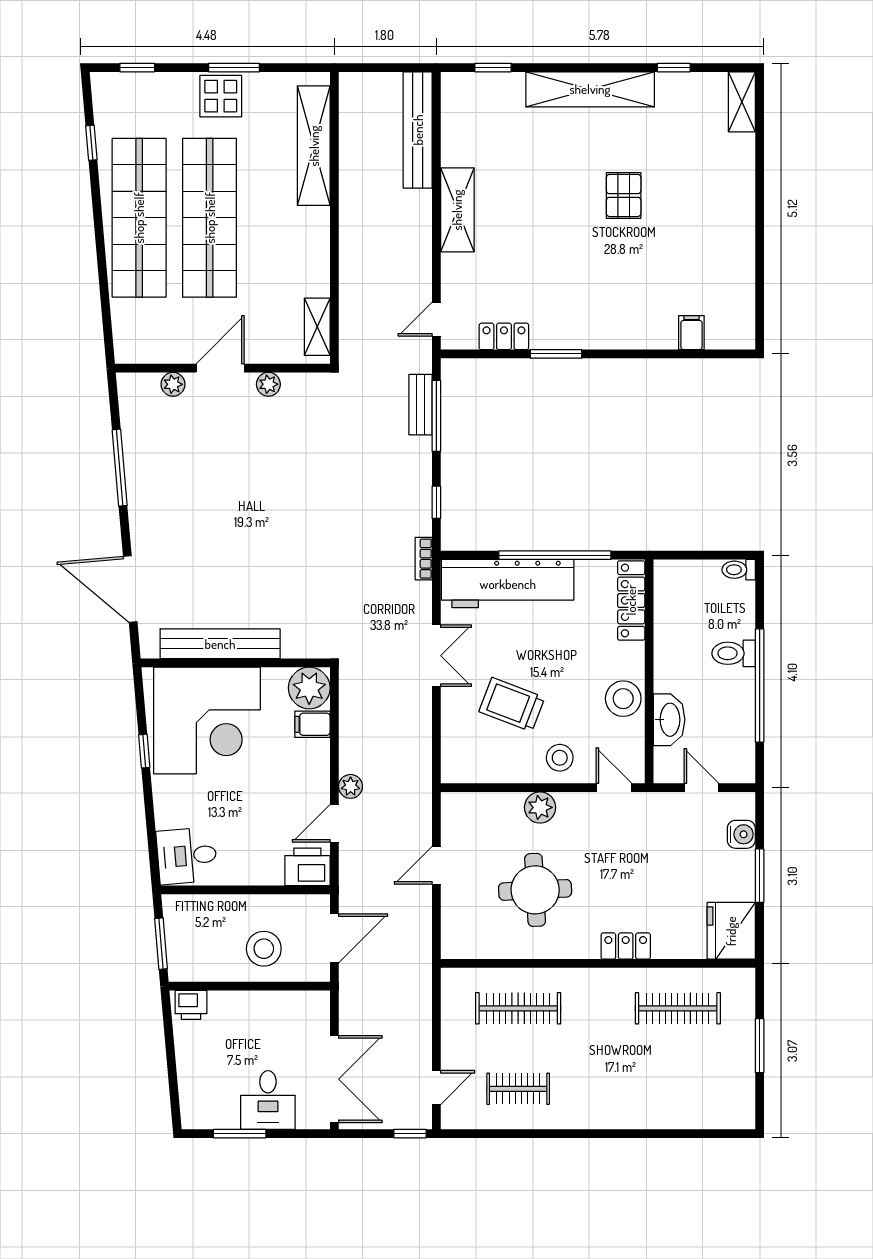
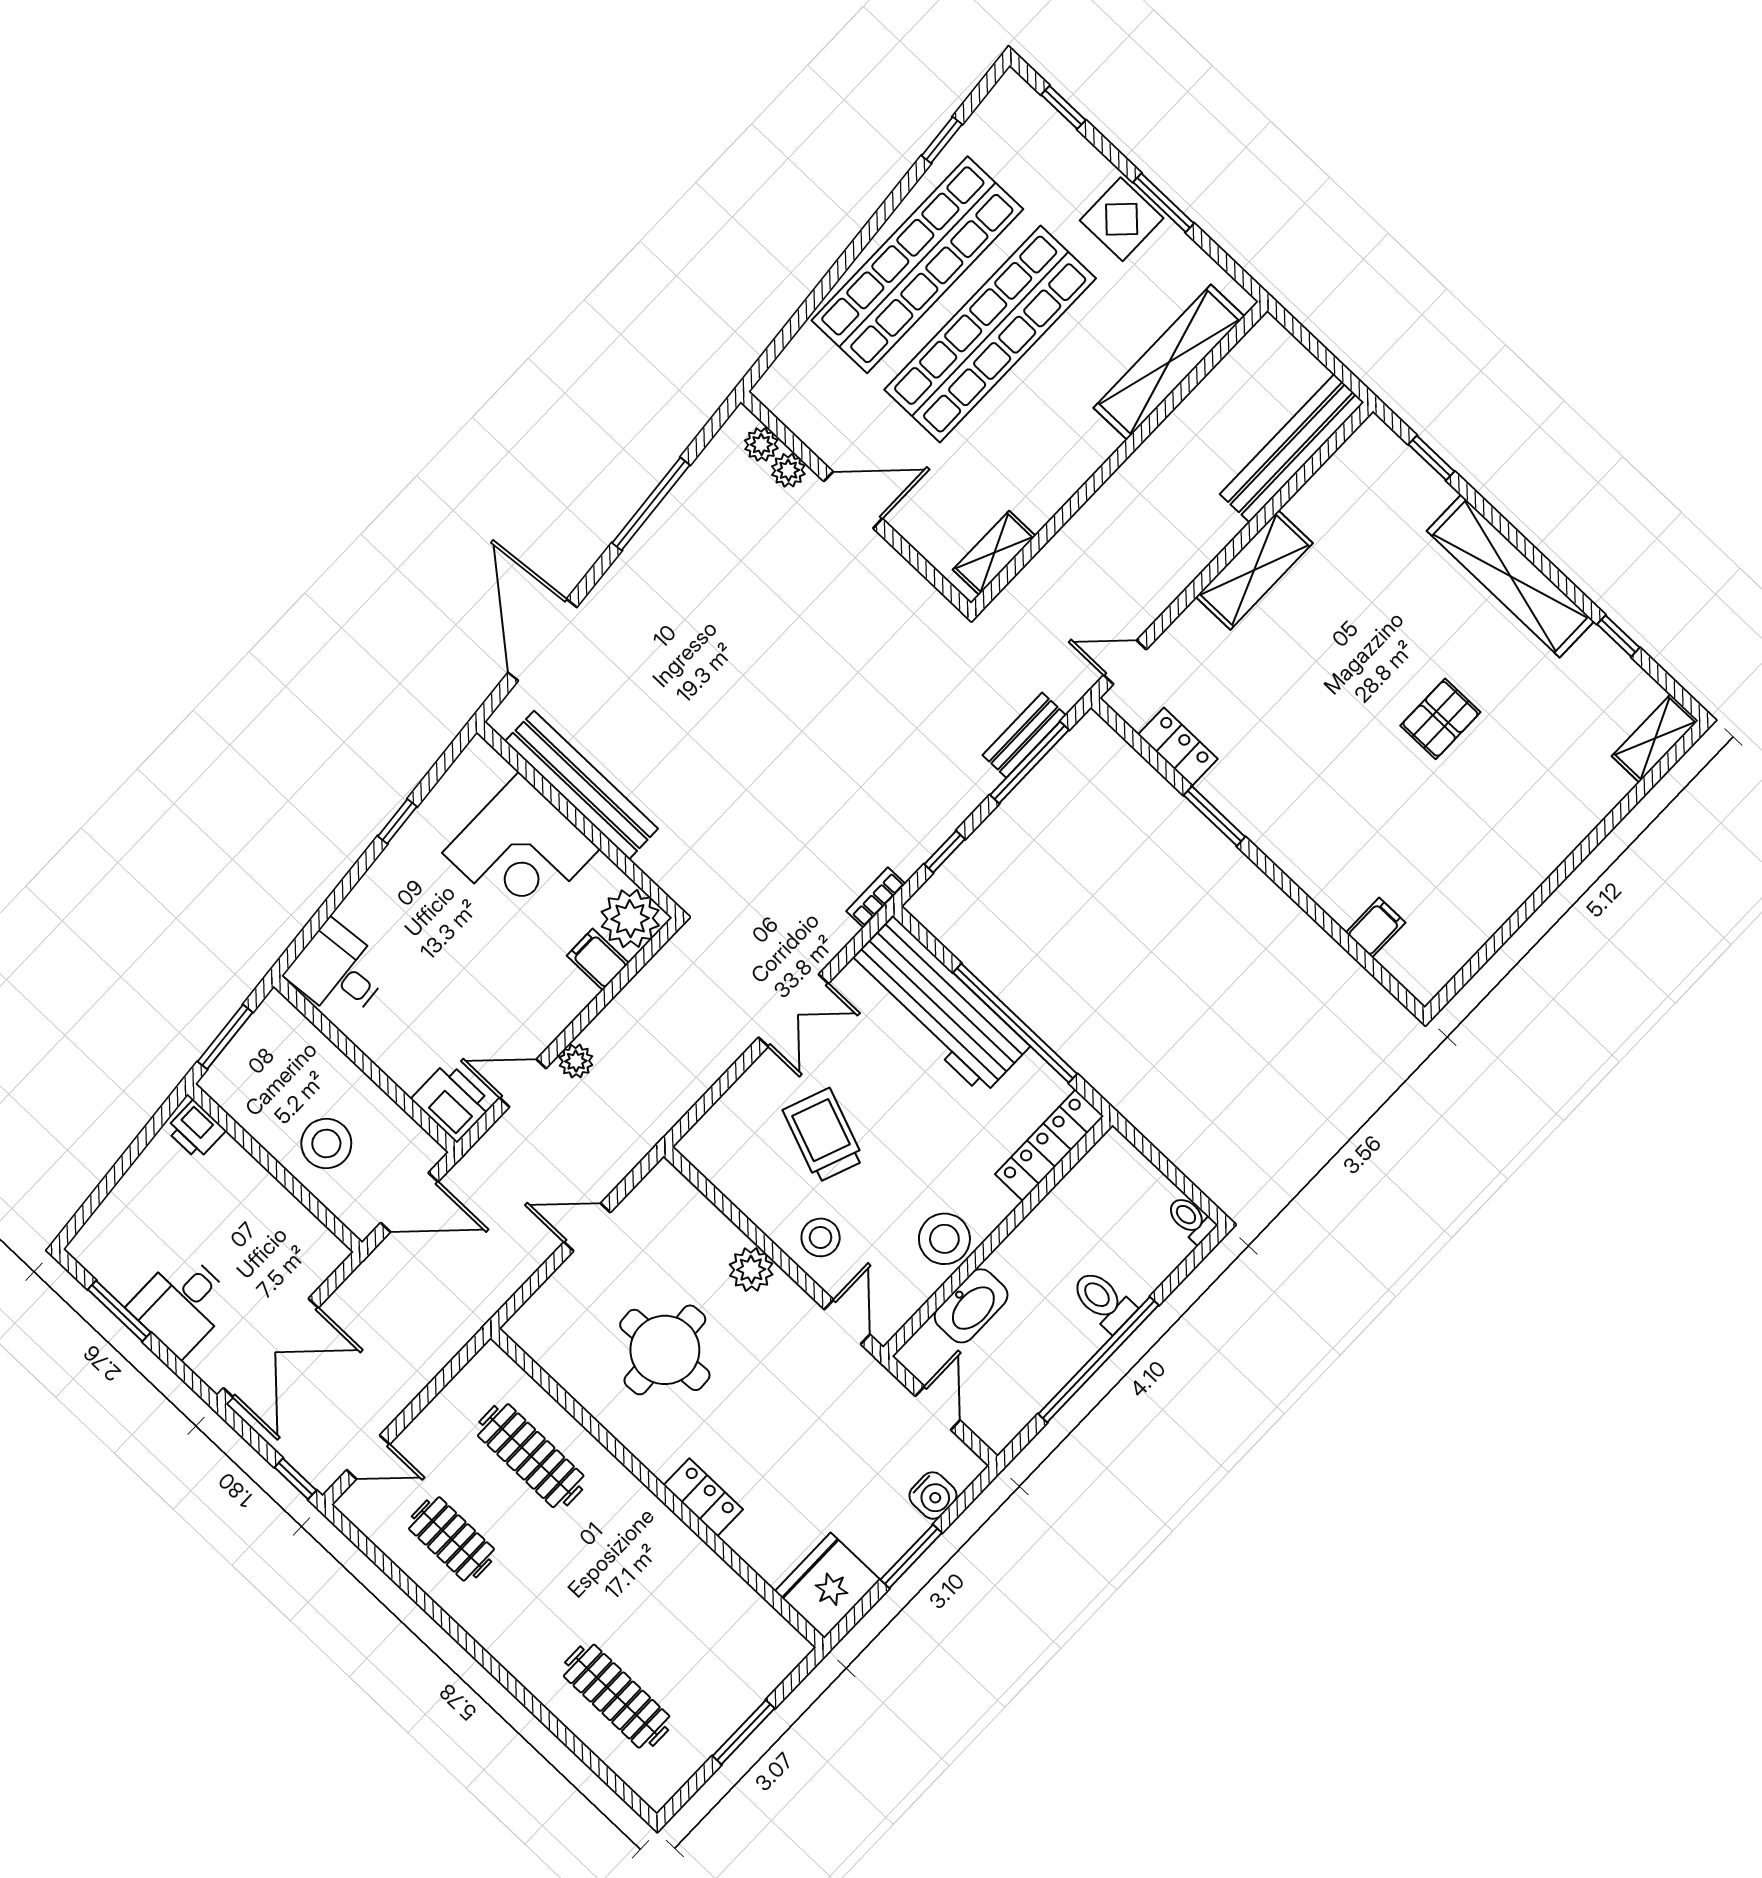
plant: (268, 384) -> (761, 444), moved
corner desk: (207, 720) -> (521, 851), width x0.74, depth x0.74
clothes rail: (678, 1008) -> (617, 1696), moved

